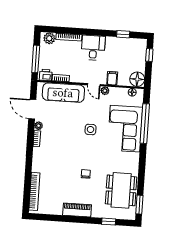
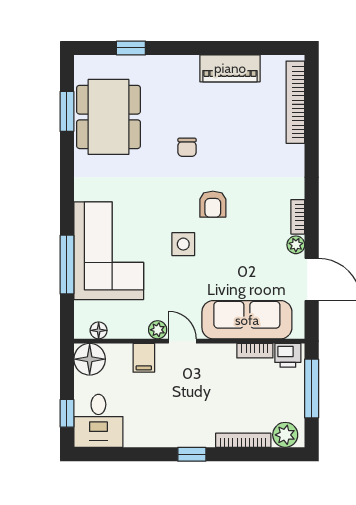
window: (123, 34) -> (192, 454), moved
desk: (93, 48) -> (98, 421), moved
window: (145, 124) -> (67, 265), width x0.68
armchair: (76, 147) -> (213, 204), added
window: (139, 205) -> (67, 111), moved
piano: (77, 210) -> (230, 68), moved

